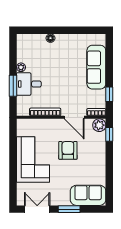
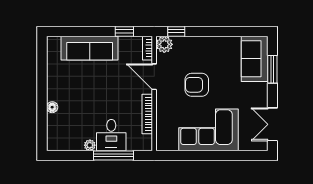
window: (13, 86) -> (114, 155), width x1.44
door: (74, 117) -> (154, 77), swing flipped
window: (69, 209) -> (272, 69), moved

